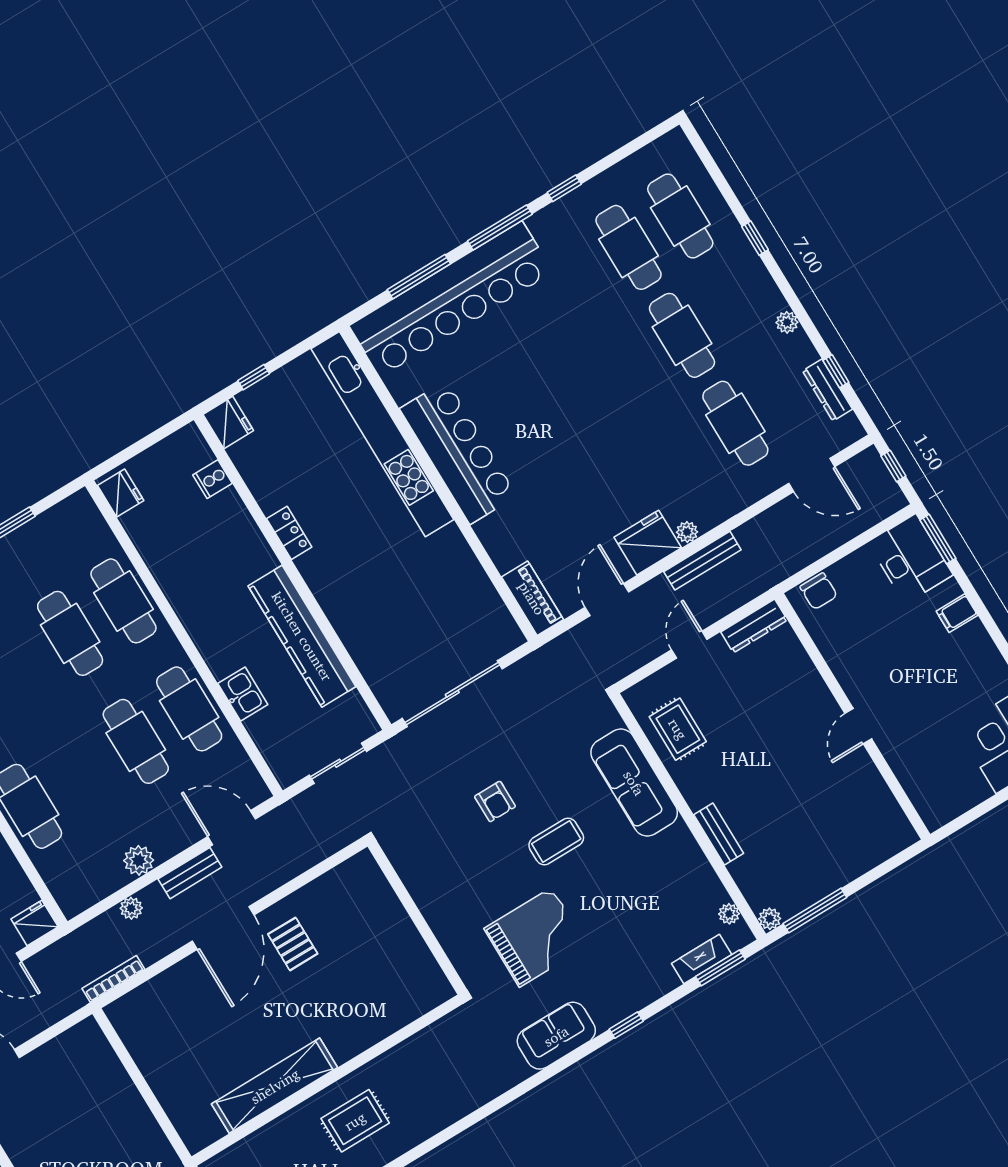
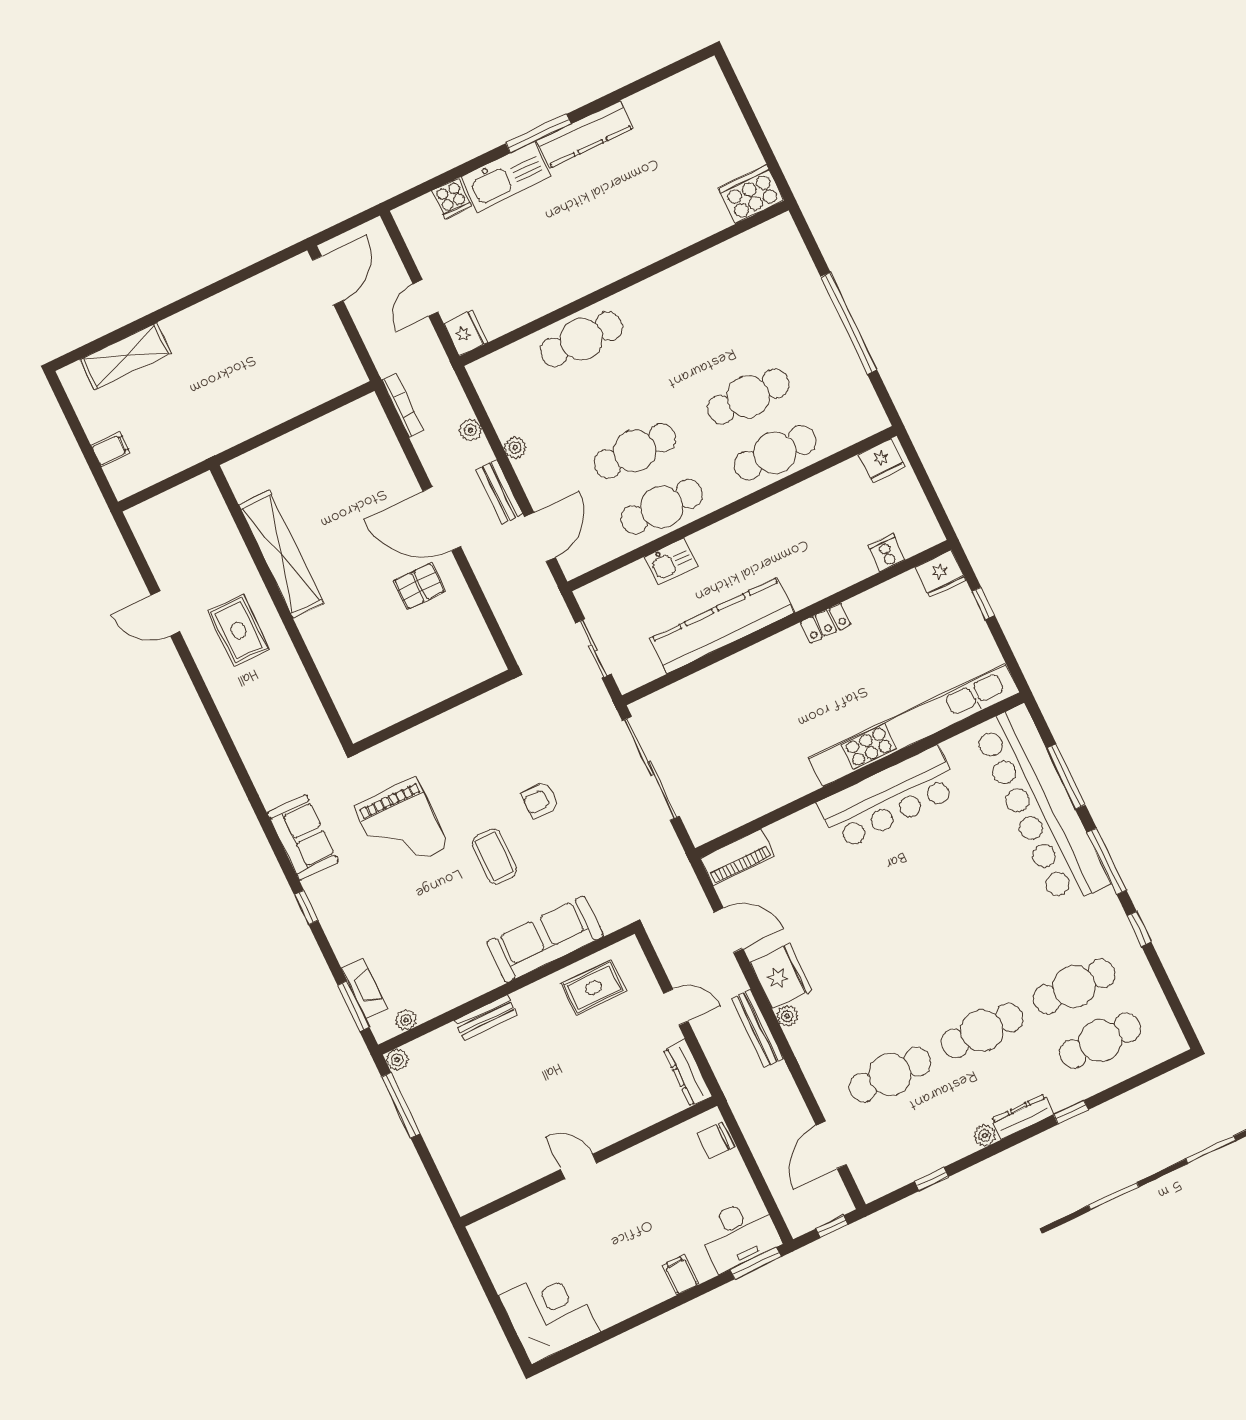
dresser: (827, 390) -> (1023, 1117), moved
plant: (139, 860) -> (515, 448), width x0.73, depth x0.73

